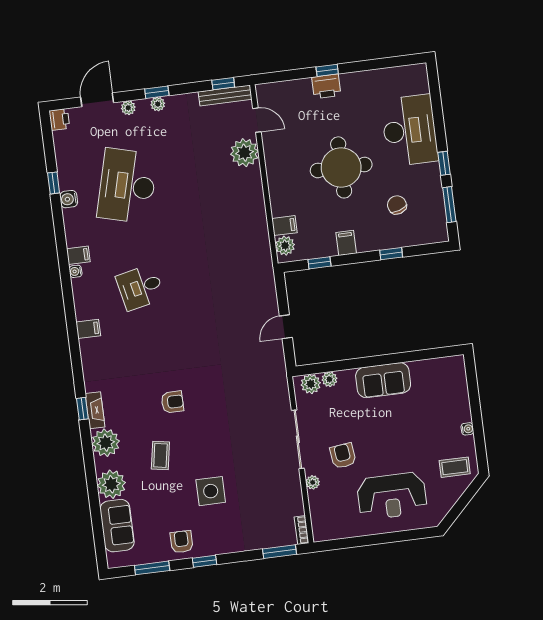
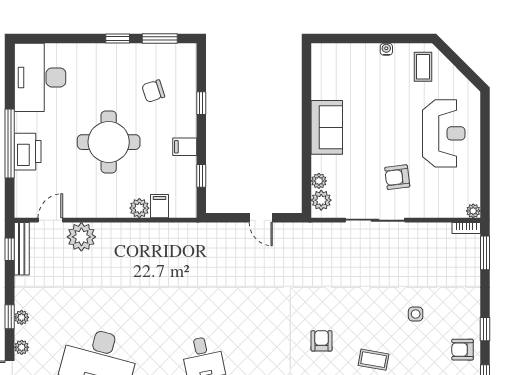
window: (327, 70) -> (10, 144), width x3.17
printer: (326, 86) -> (28, 152), width x1.37, depth x1.19
desk: (410, 130) -> (40, 77), moved, turned -90
plant: (285, 246) -> (139, 208), moved
plant: (313, 482) -> (473, 211), moved
side table: (211, 491) -> (416, 314), width x0.54, depth x0.54

